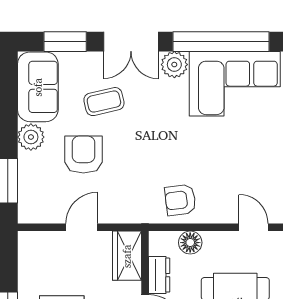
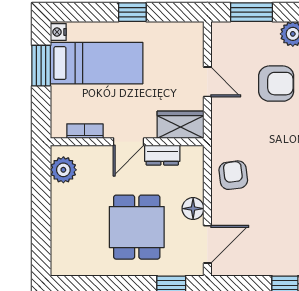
door: (254, 227) -> (207, 244), width x1.38
floor lamp: (190, 243) -> (193, 209), moved

